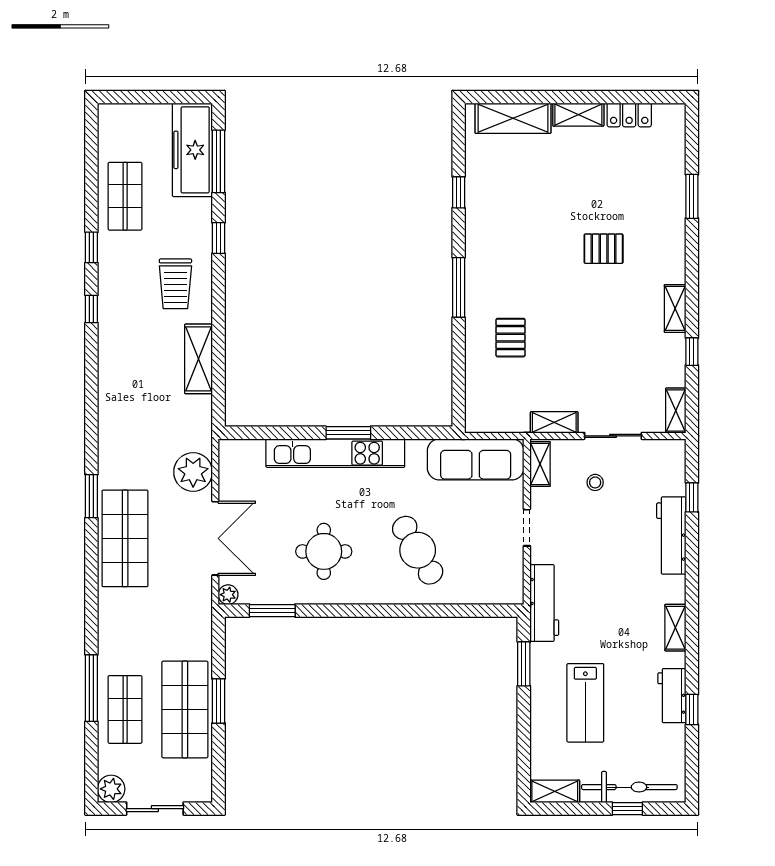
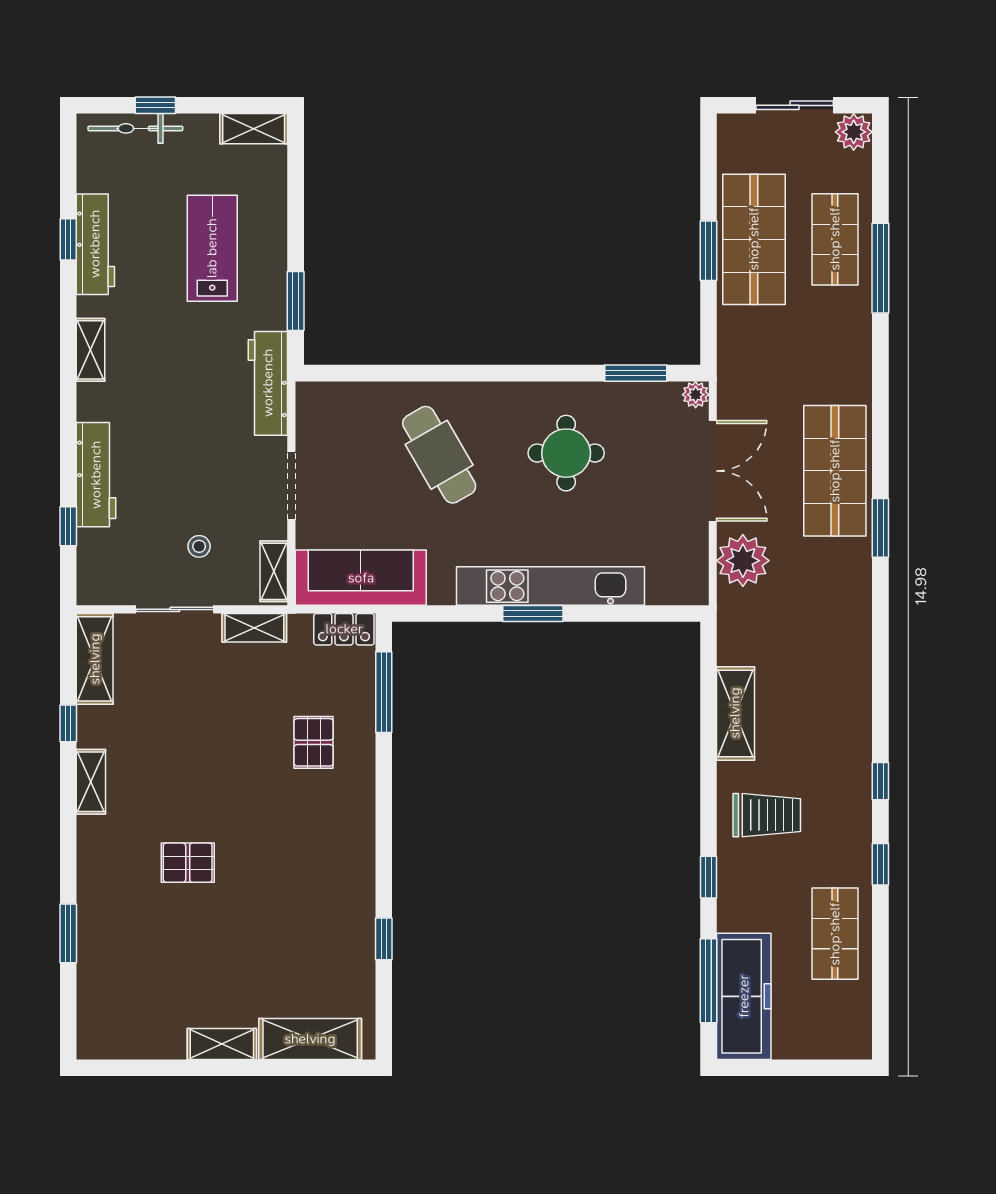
locker: (629, 115) -> (344, 629), moved, turned 180
trolley: (175, 284) -> (767, 815), turned 90
window: (459, 287) -> (384, 692), moved
shelving: (676, 411) -> (95, 659), width x1.50, depth x1.33
doorway: (527, 528) -> (291, 485), width x1.38
double door: (215, 538) -> (713, 471), swing flipped
workbench: (672, 696) -> (95, 244), width x1.38
bicycle: (629, 787) -> (135, 128), width x0.73, depth x0.71

